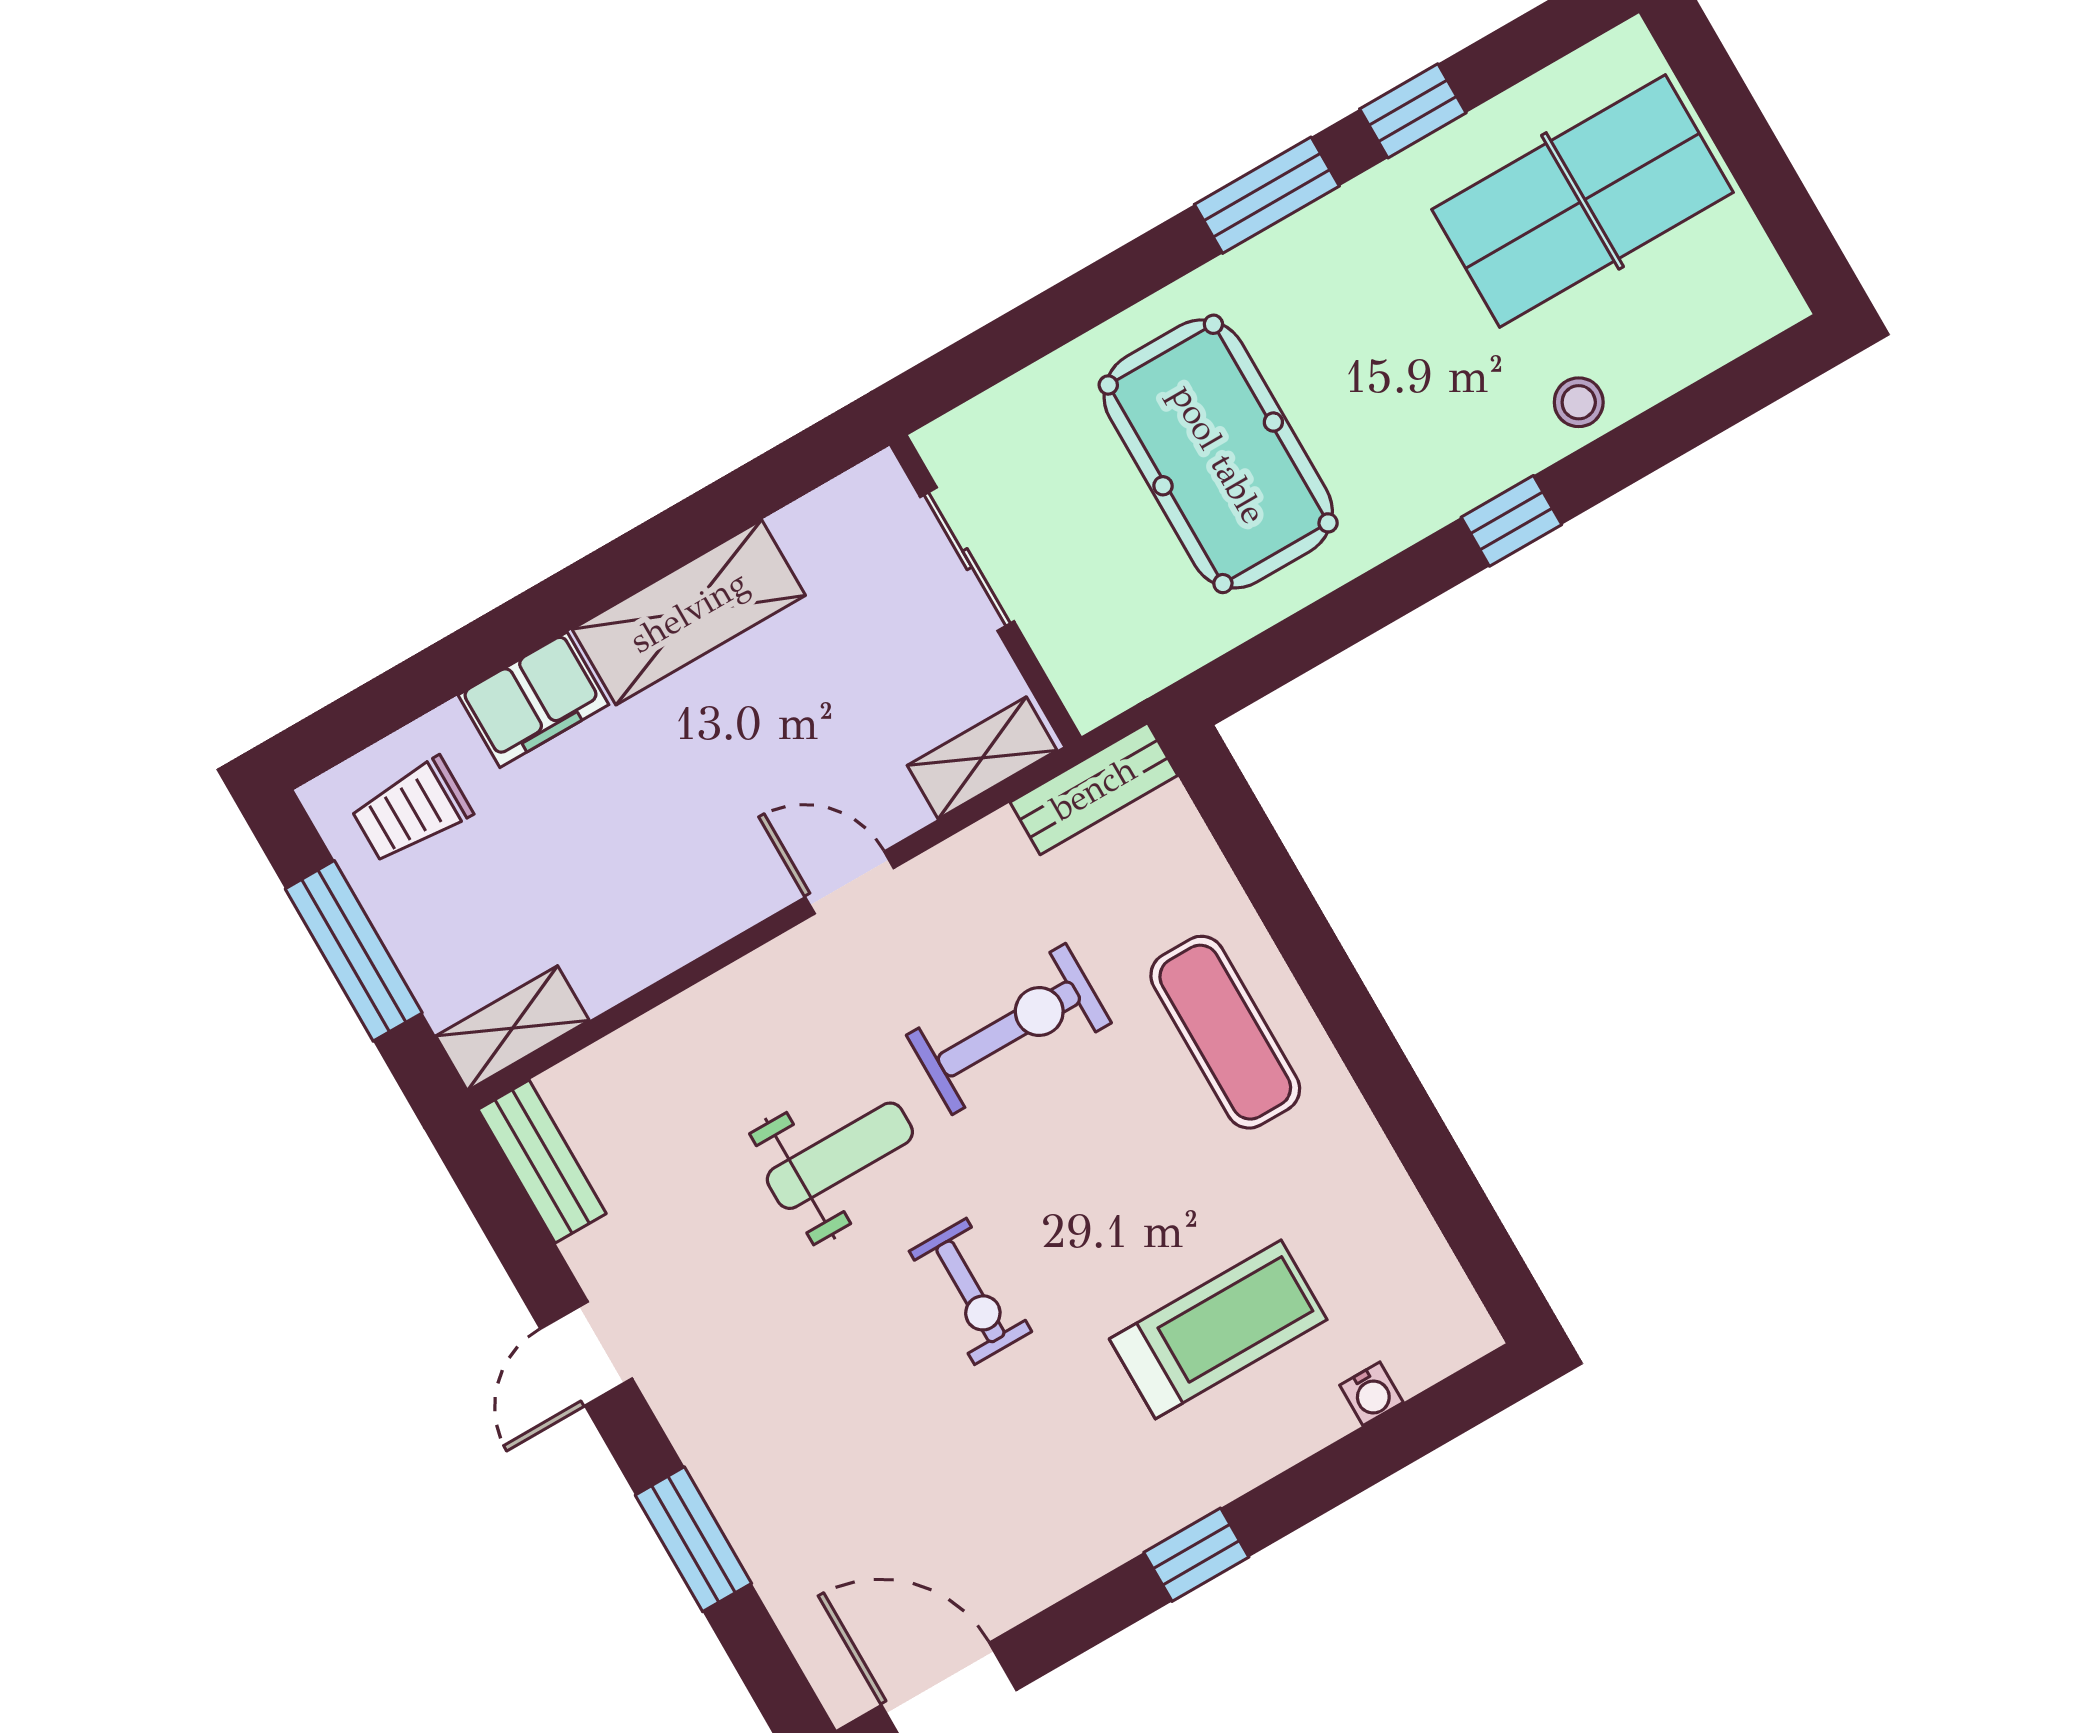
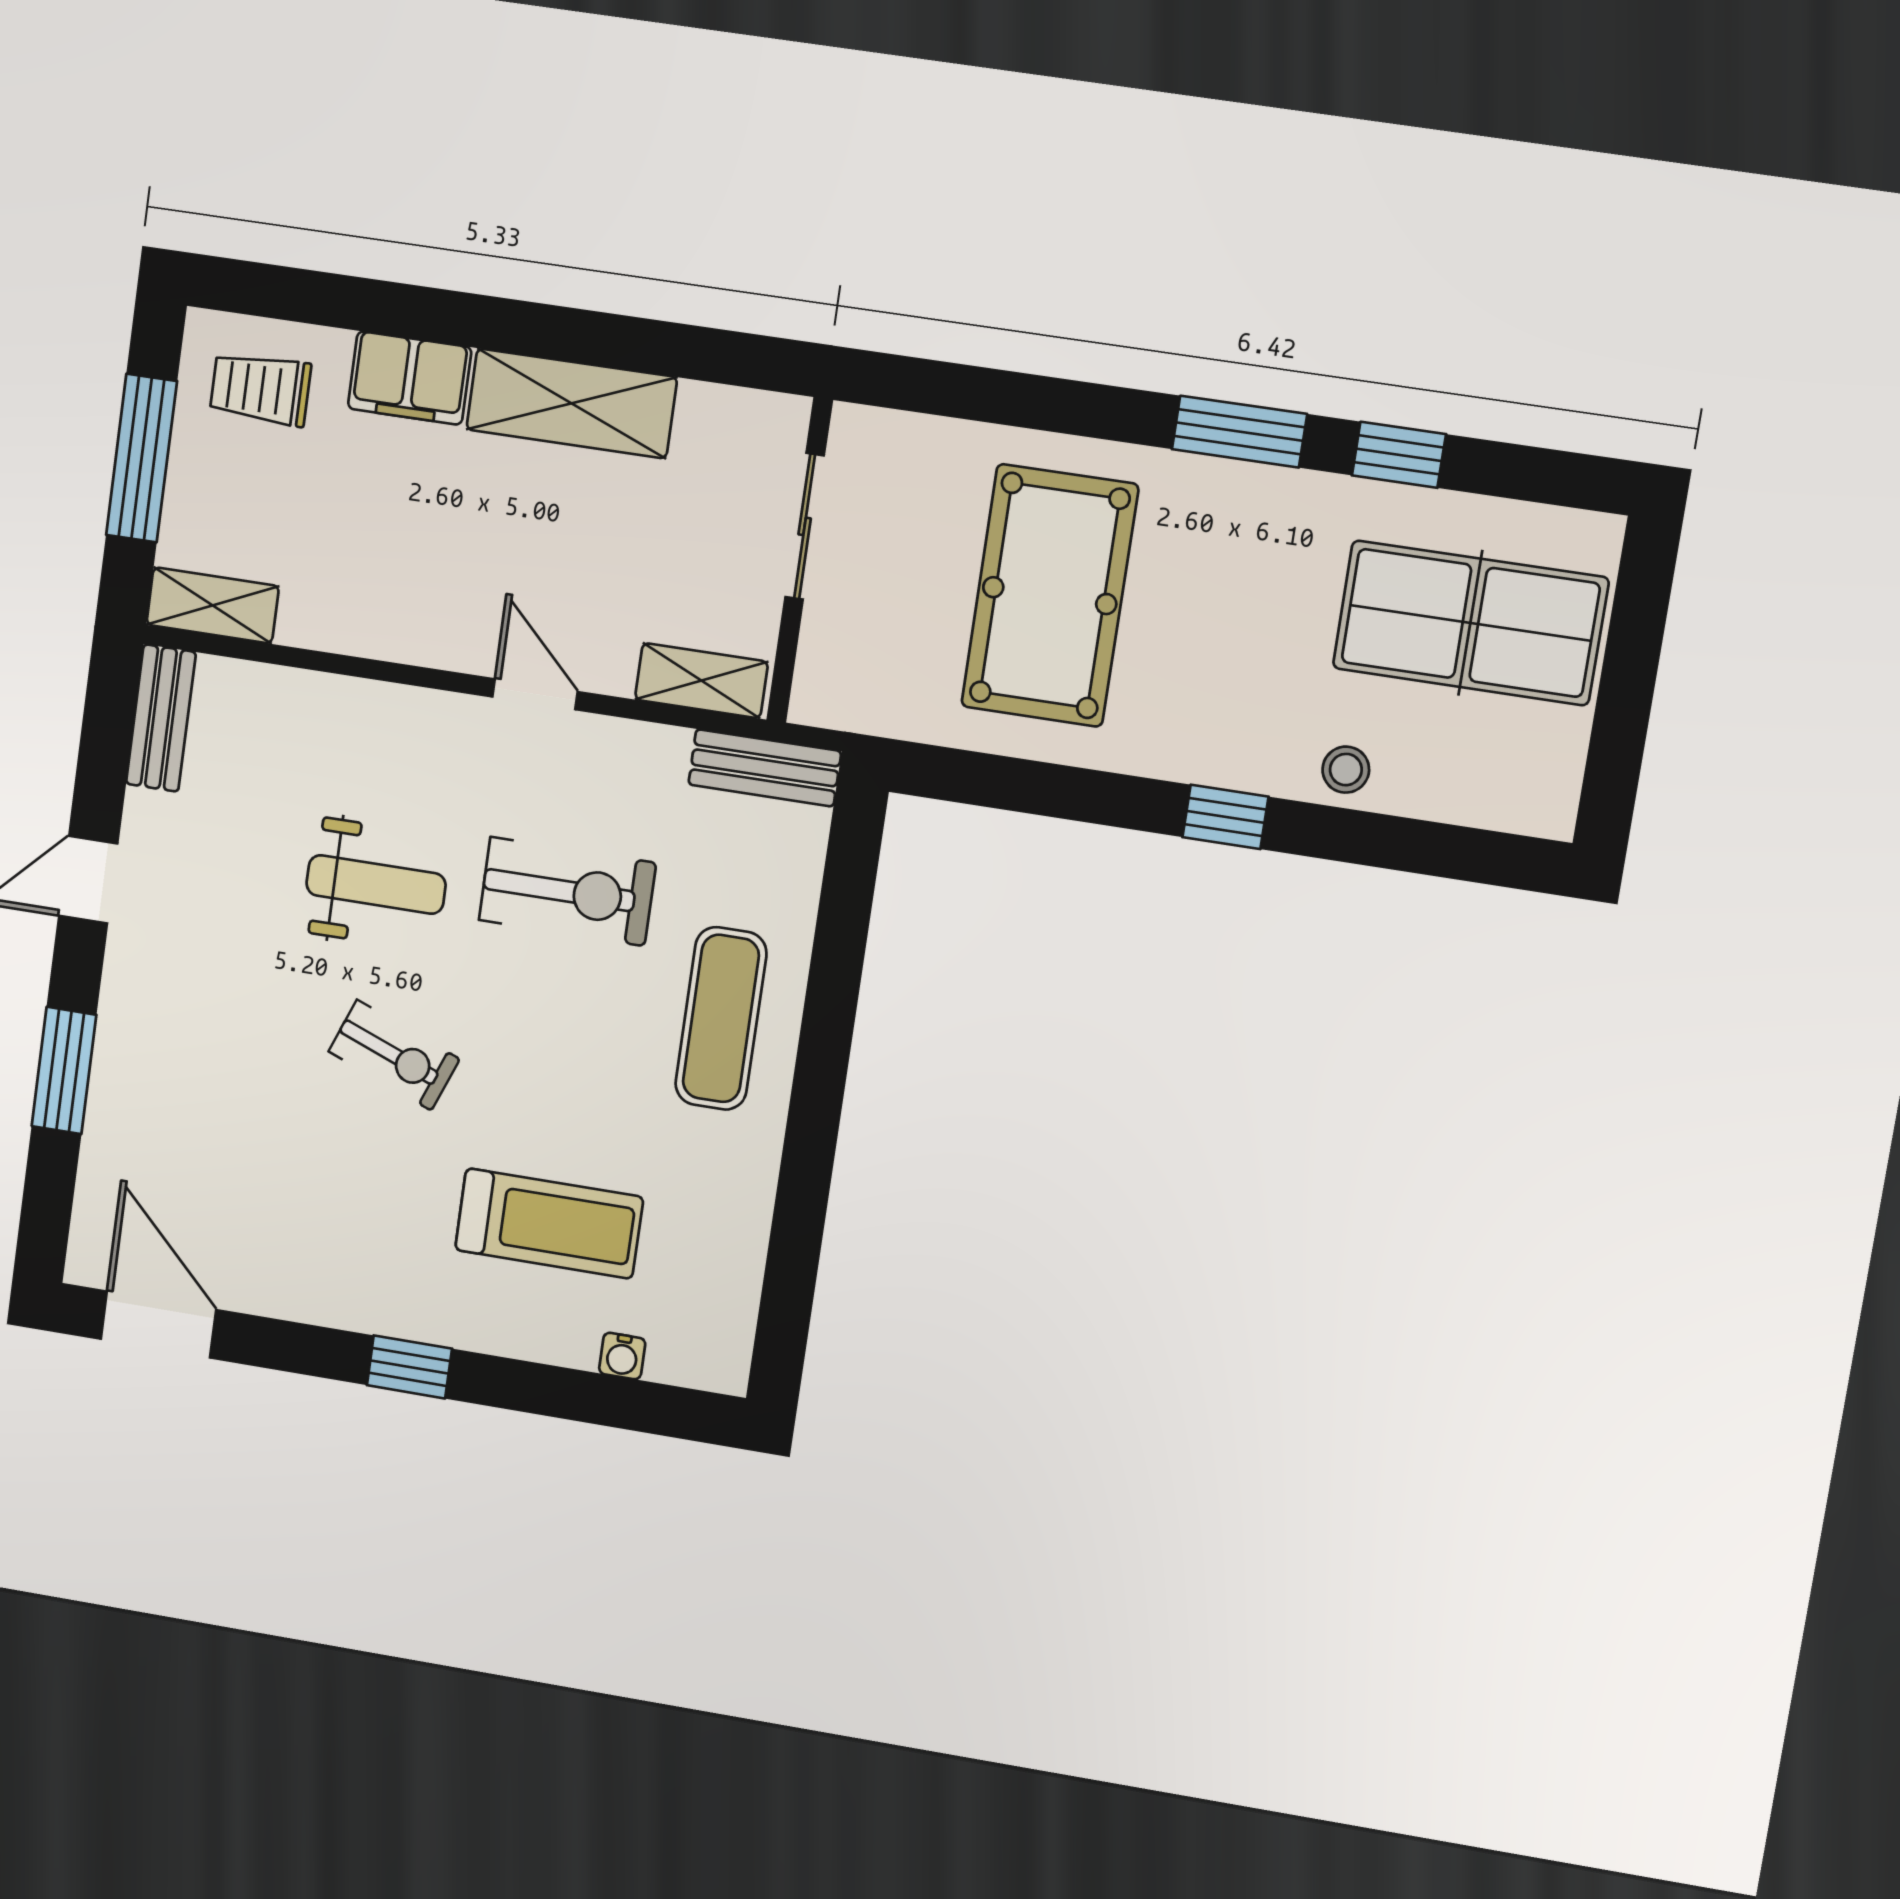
exercise bike: (970, 1291) -> (394, 1055), turned -69

